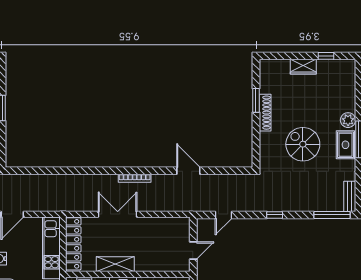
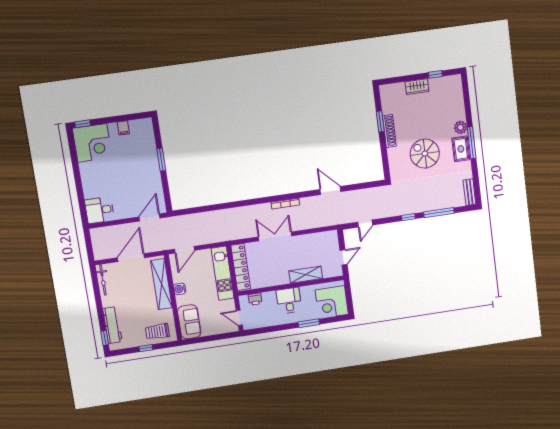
window: (332, 215) -> (439, 213), moved
shelving: (115, 264) -> (306, 275), moved

